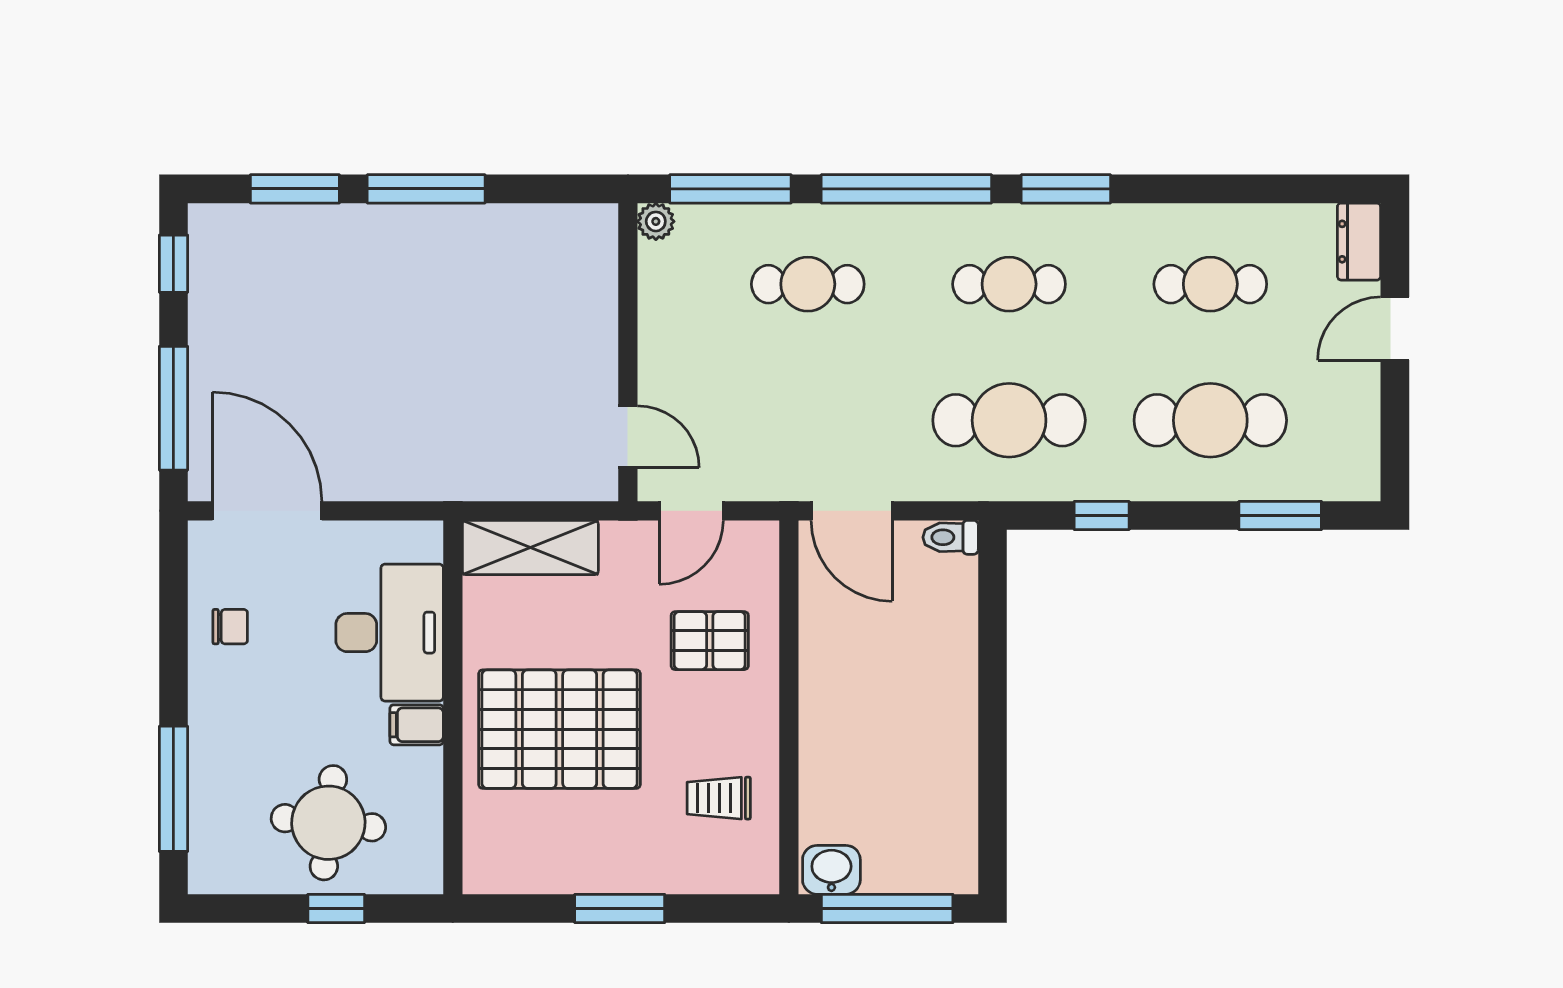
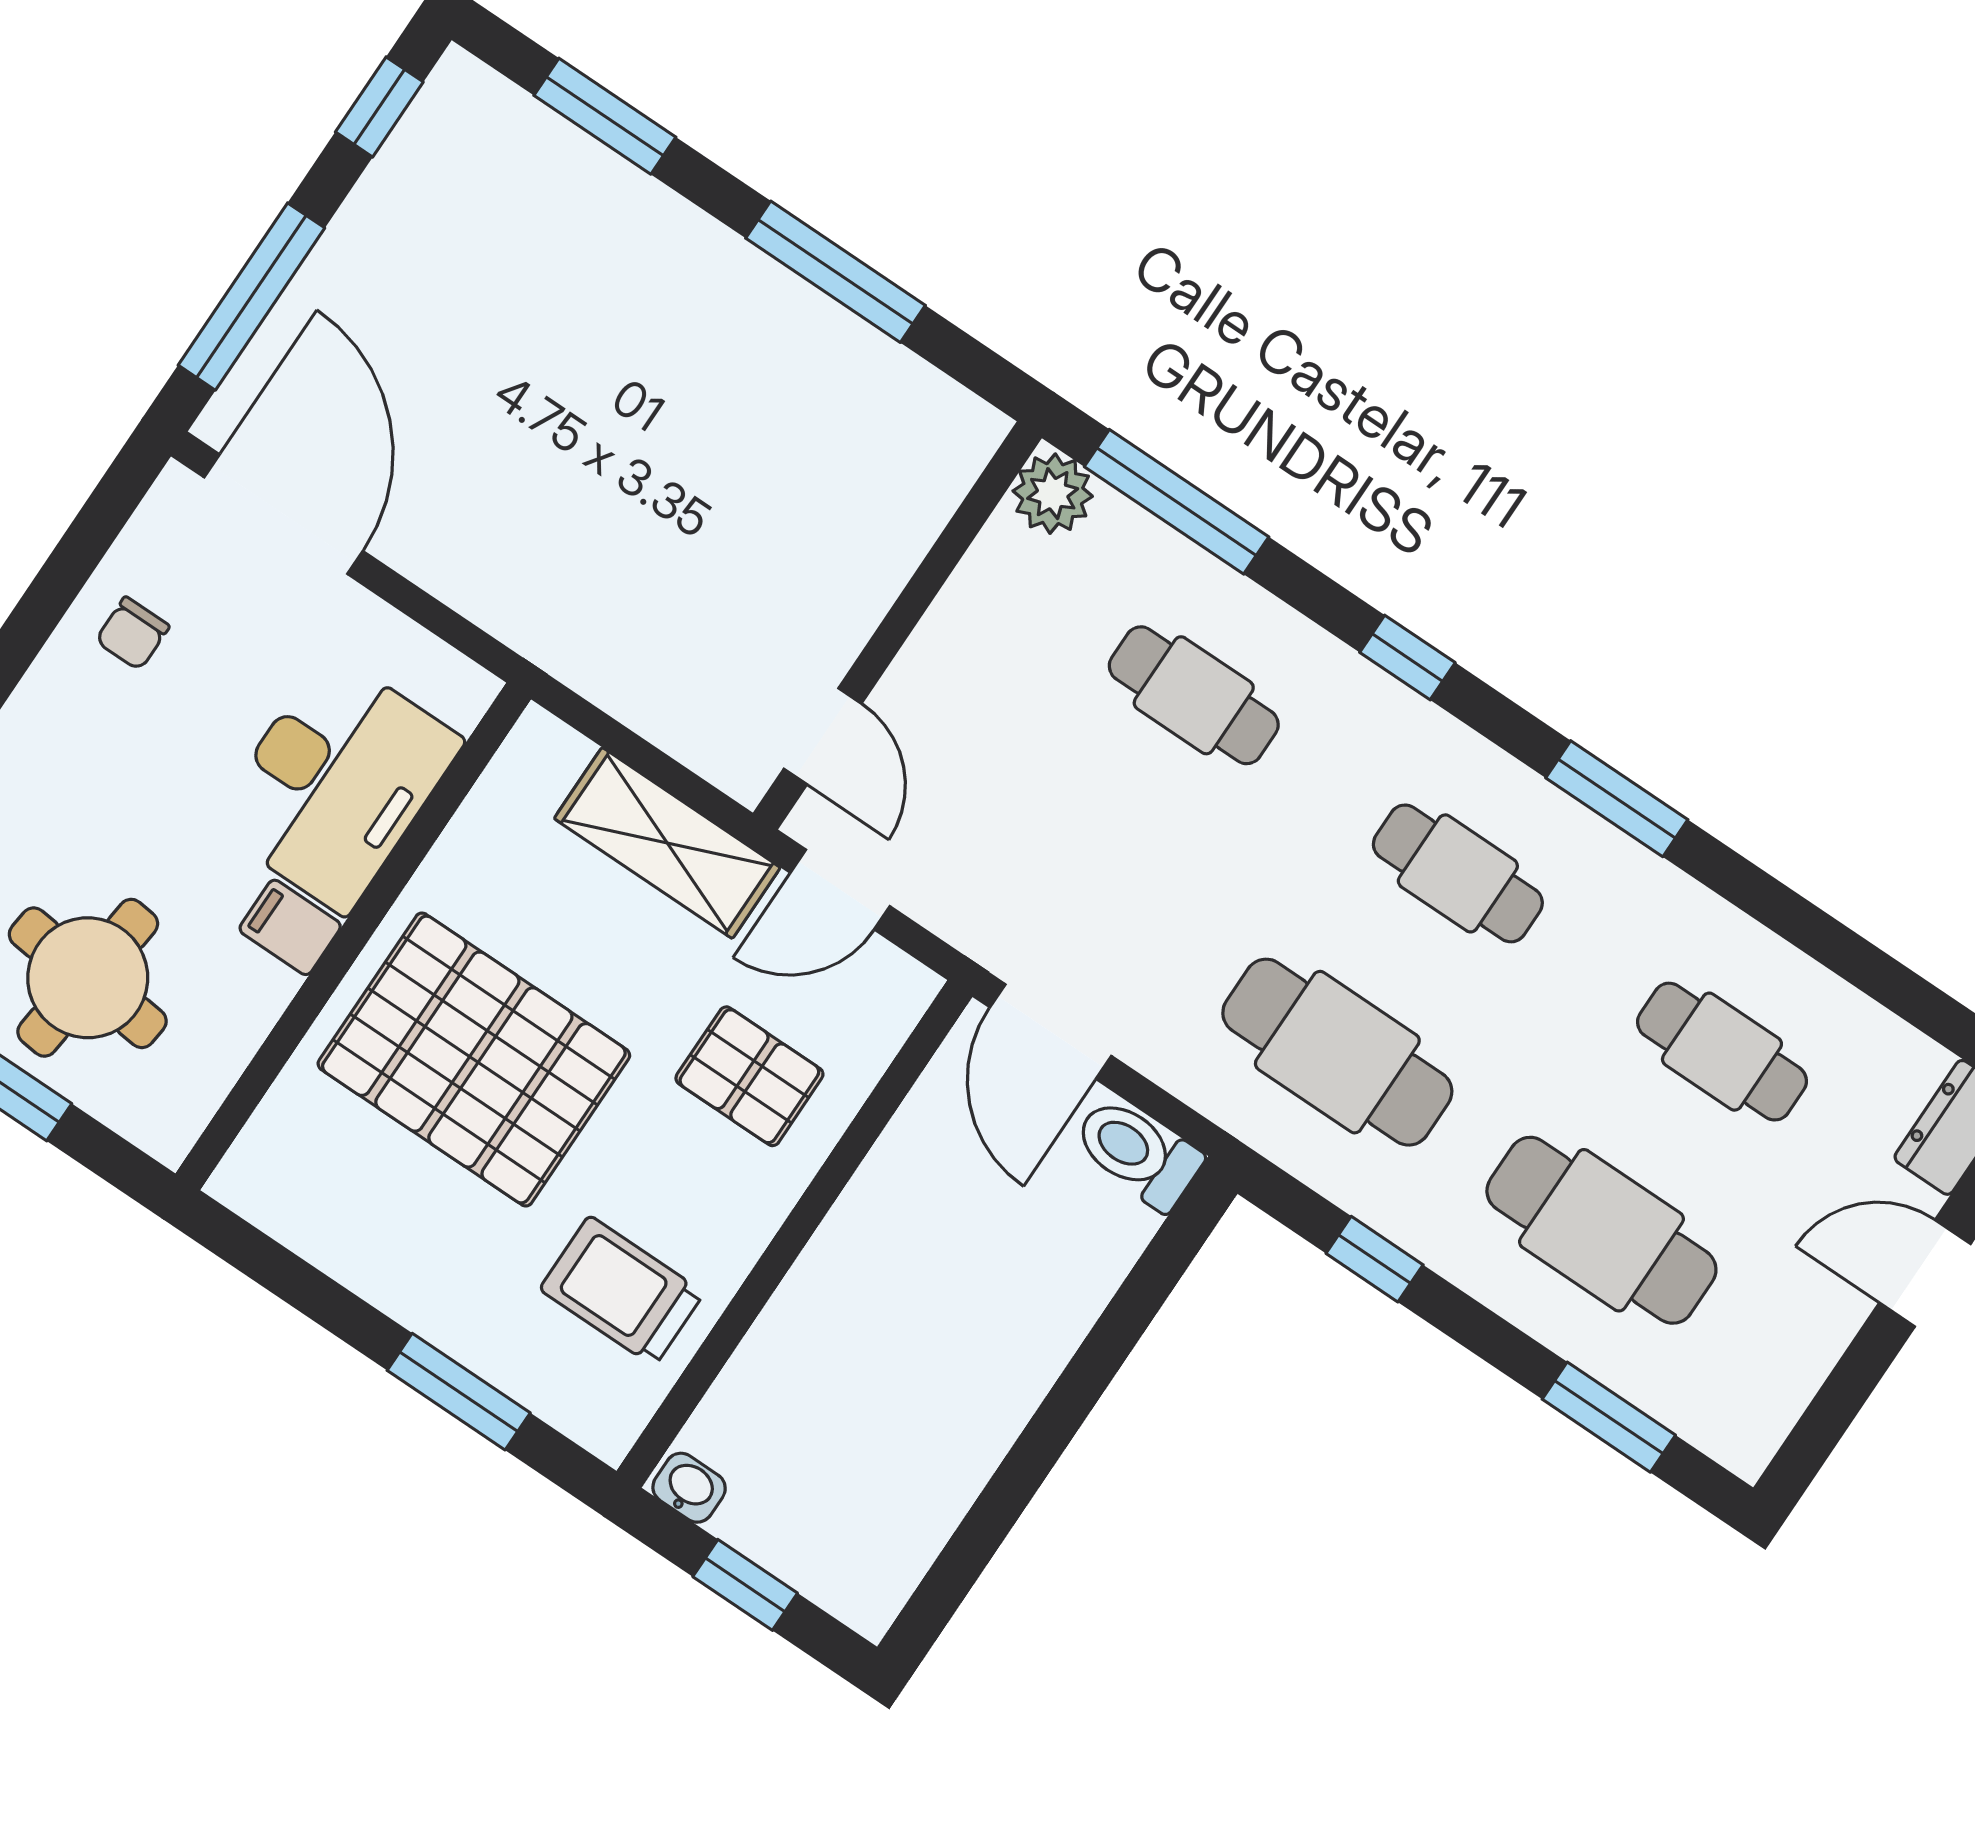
window: (426, 189) -> (836, 272), moved
window: (906, 189) -> (1407, 658), width x0.32
plant: (656, 221) -> (1053, 494), width x1.38, depth x1.38
toilet: (951, 537) -> (1137, 1153), width x1.37, depth x1.39
shelving: (530, 547) -> (667, 843), moved
chair: (230, 627) -> (132, 633), turned 90
trolley: (719, 798) -> (622, 1291), width x1.36, depth x1.39
washbasin: (831, 870) -> (689, 1488), width x0.72, depth x0.69
window: (620, 908) -> (459, 1392), moved
window: (887, 908) -> (745, 1585), width x0.46

